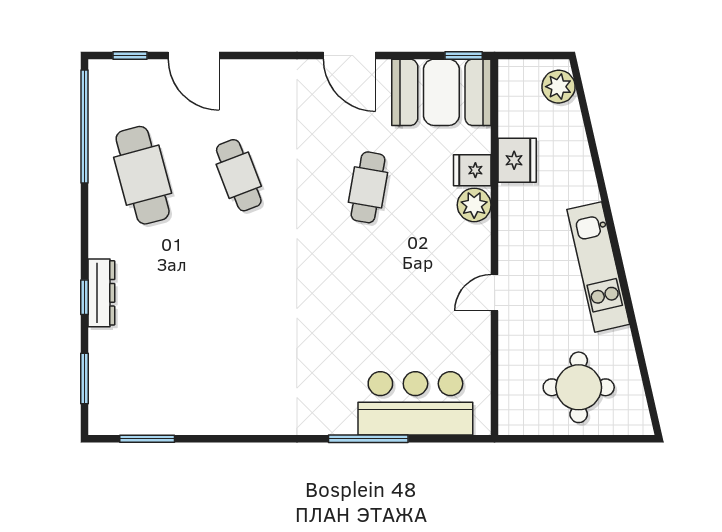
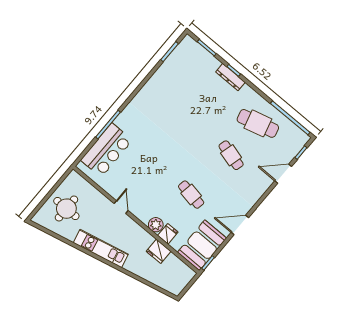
plant: (559, 87) -> (171, 286), removed
cafe table: (239, 175) -> (231, 155), turned 36

